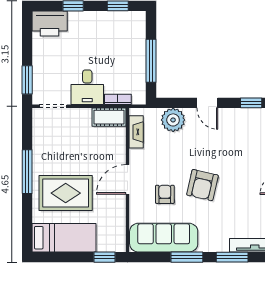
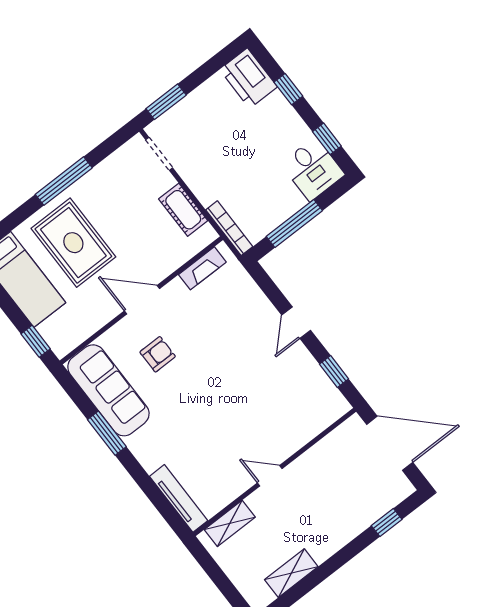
desk: (87, 87) -> (313, 169), moved, turned -90
bookcase: (118, 99) -> (229, 228), width x1.56
cot: (109, 117) -> (183, 210), moved
plant: (173, 120) -> (248, 299), removed
armchair: (202, 185) -> (200, 388), removed
window: (232, 257) -> (146, 483), removed

